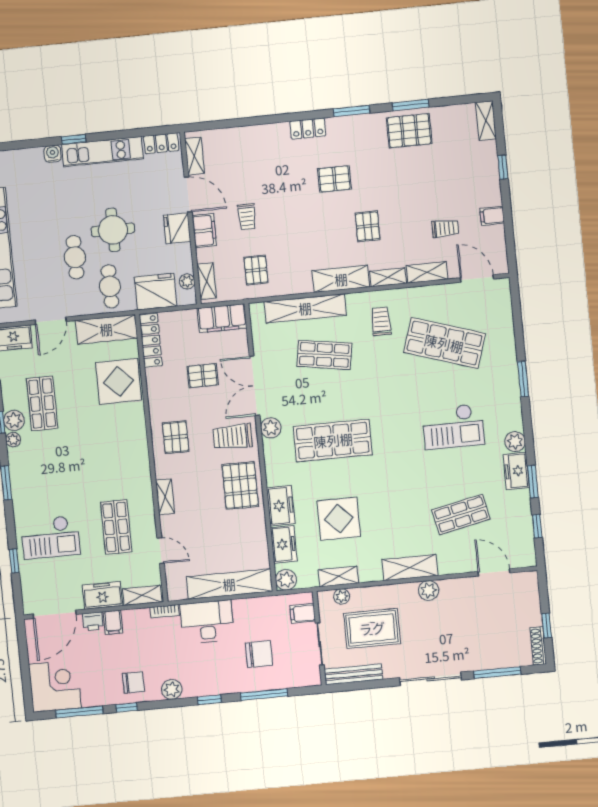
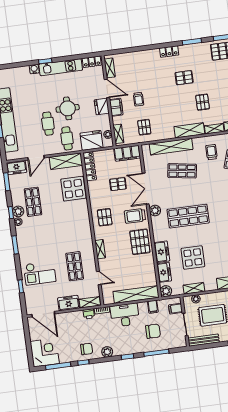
door: (55, 614) -> (43, 314), hinge flipped
printer: (93, 621) -> (89, 314), moved
filing cabinet: (113, 622) -> (153, 307), moved

